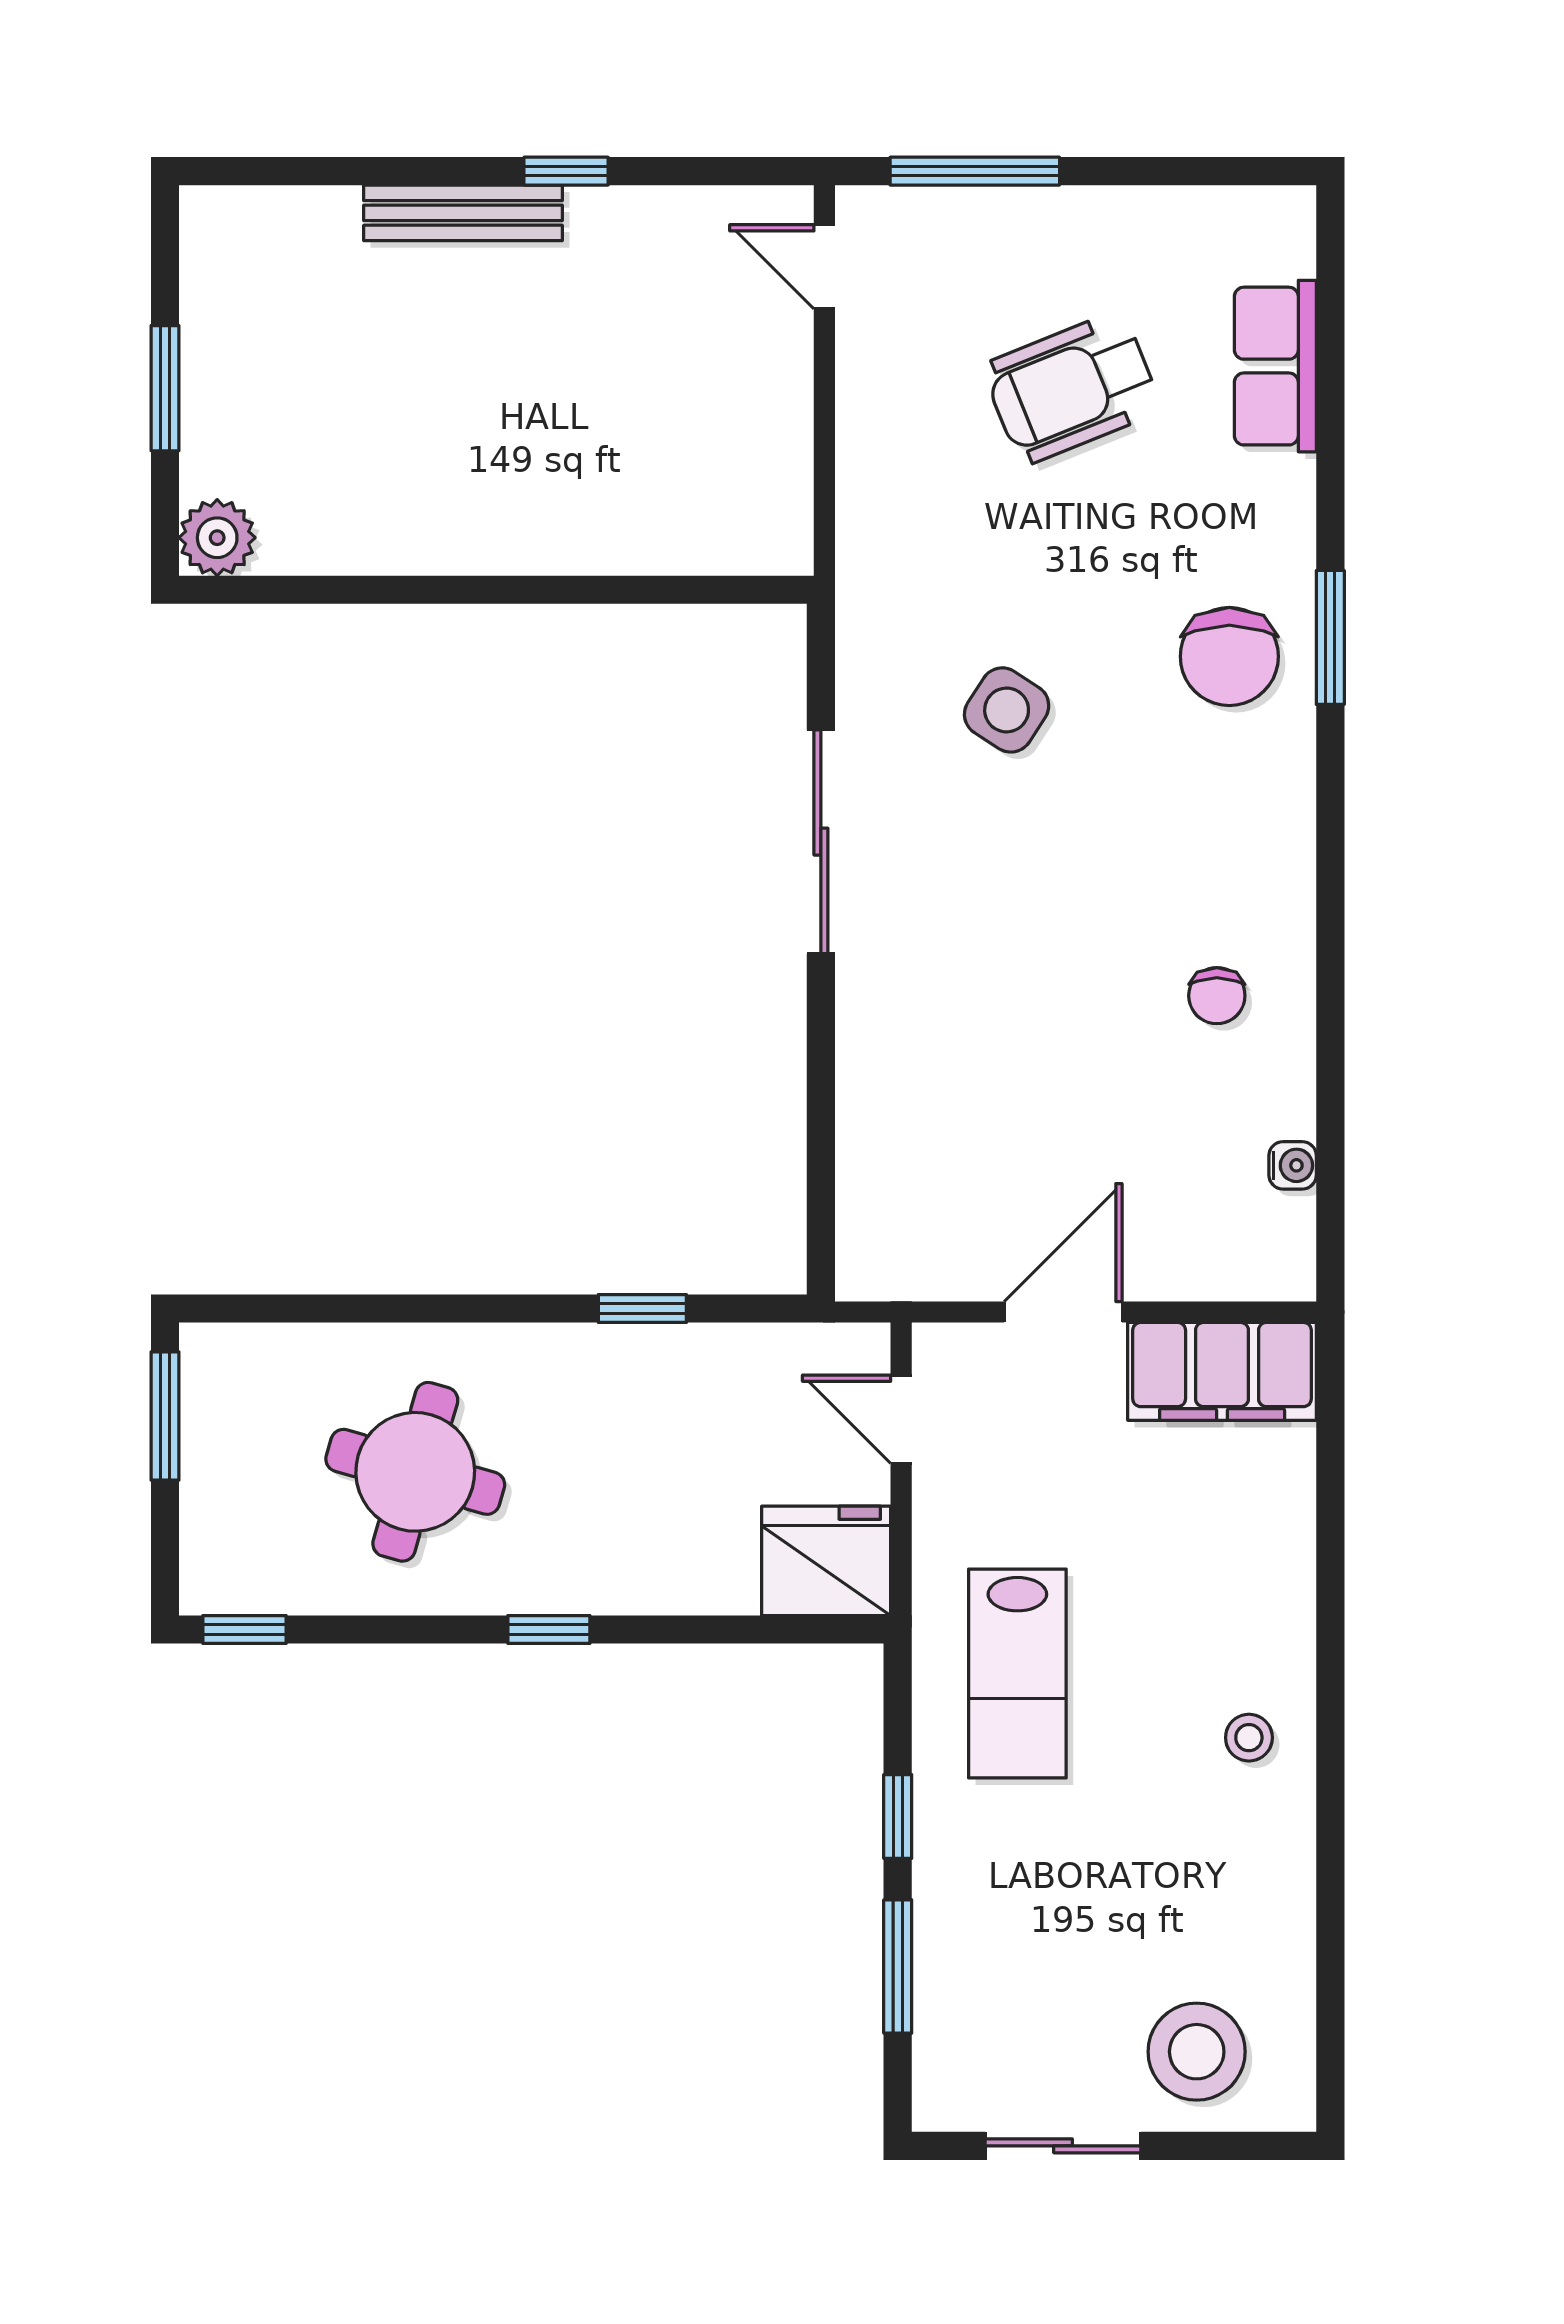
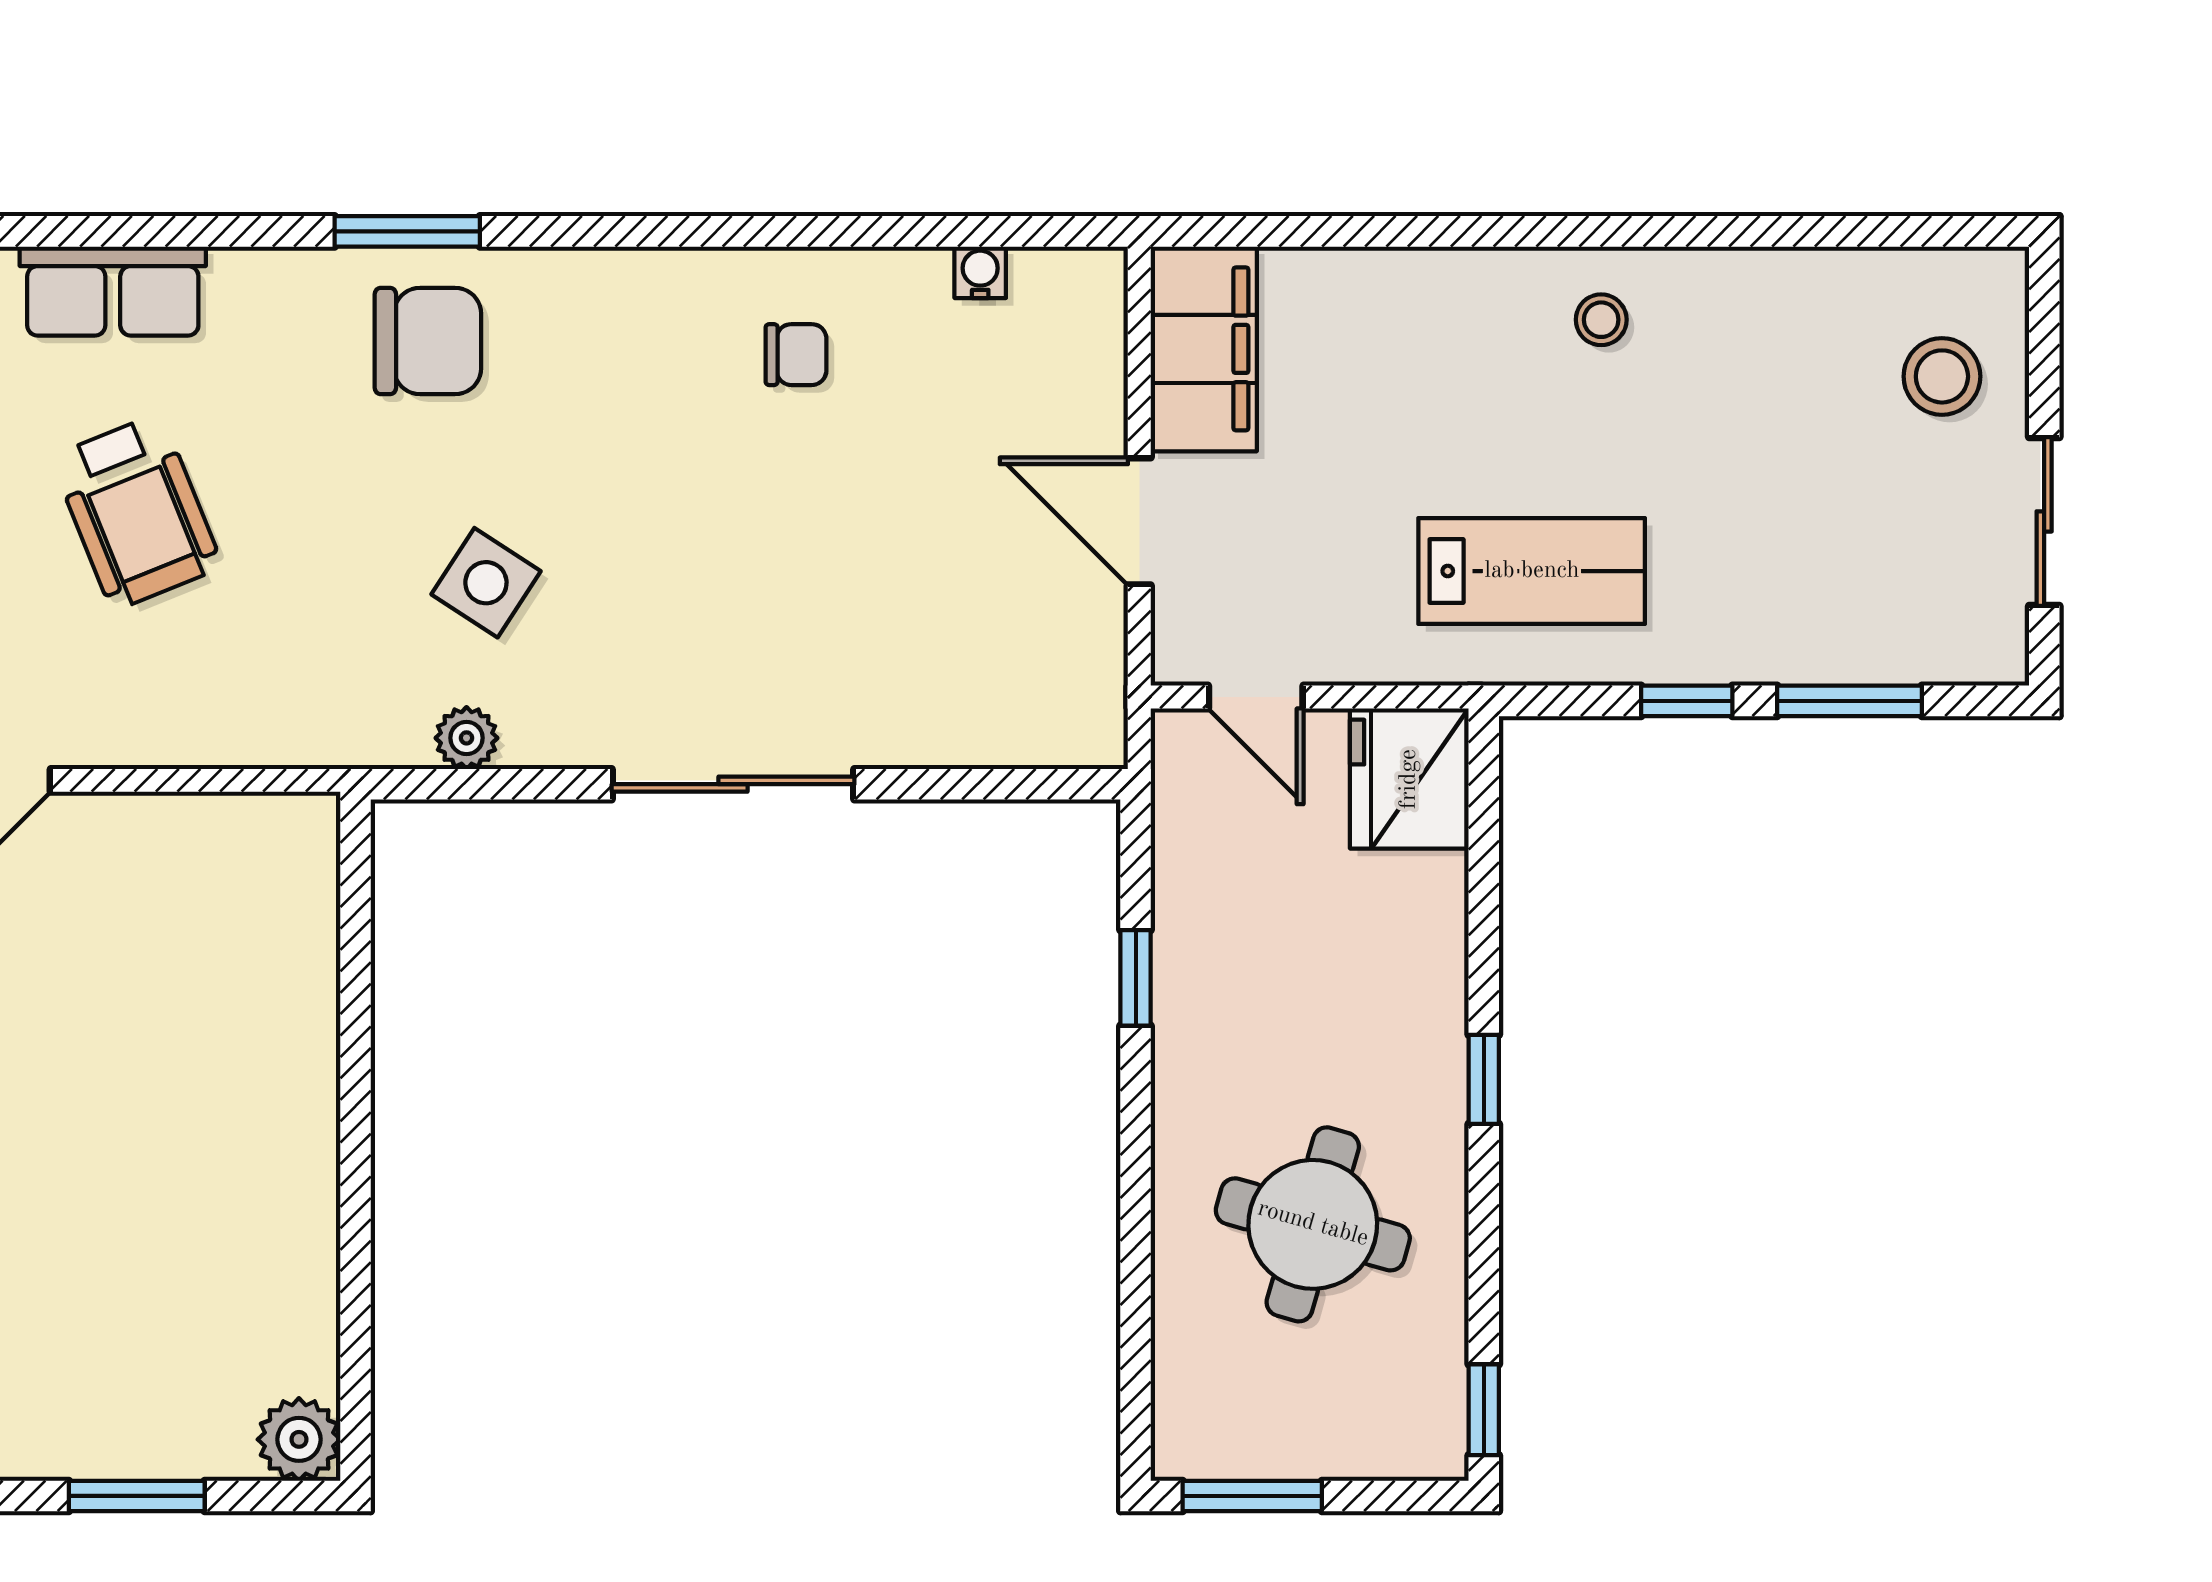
plant: (864, 692) -> (467, 738), added
sliding door: (821, 842) -> (733, 784), moved
door: (901, 1419) -> (1256, 697), hinge flipped
stool: (1197, 2052) -> (1942, 376), width x0.73, depth x0.73

